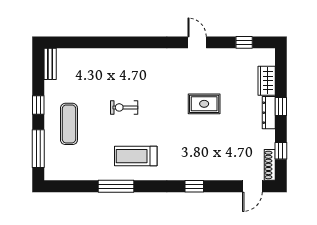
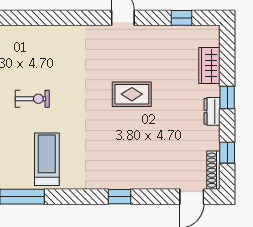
exercise bike: (124, 107) -> (32, 99), turned 180
dresser: (269, 113) -> (212, 111), width x0.70
treadmill: (136, 156) -> (47, 159), turned 90

